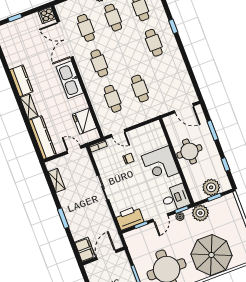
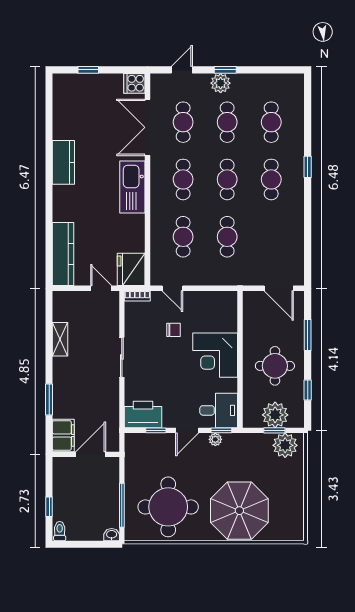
cafe table: (127, 53) -> (227, 179), added
shelving: (29, 107) -> (60, 203), removed
fridge: (84, 121) -> (131, 269), moved
round table: (189, 151) -> (275, 366), moved
shelving: (57, 180) -> (60, 339), moved
plant: (200, 213) -> (285, 445), moved
window: (63, 218) -> (49, 400), moved

